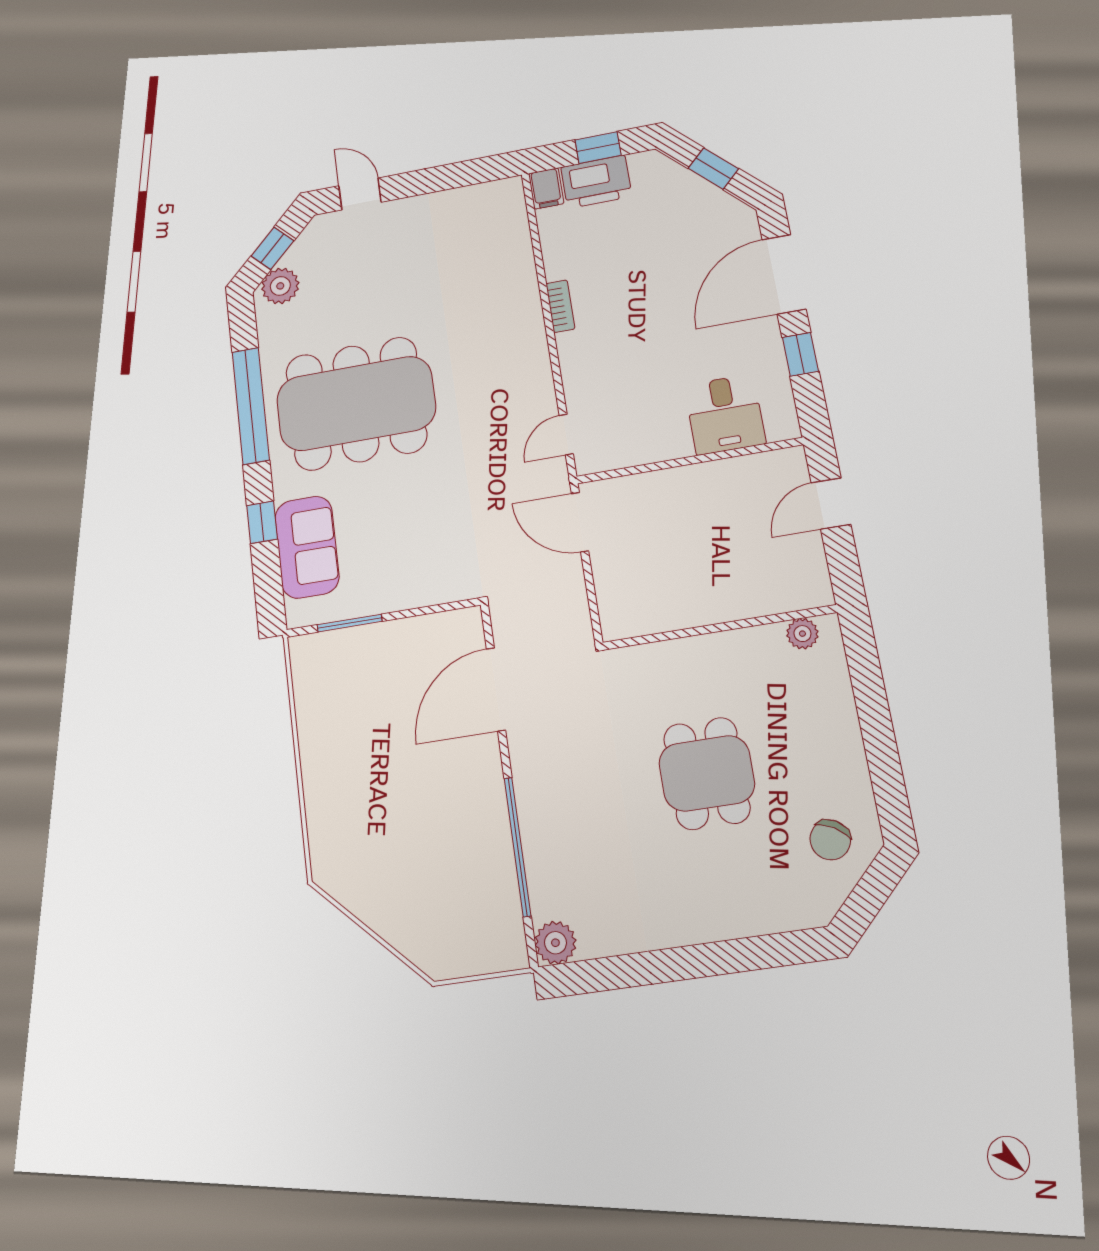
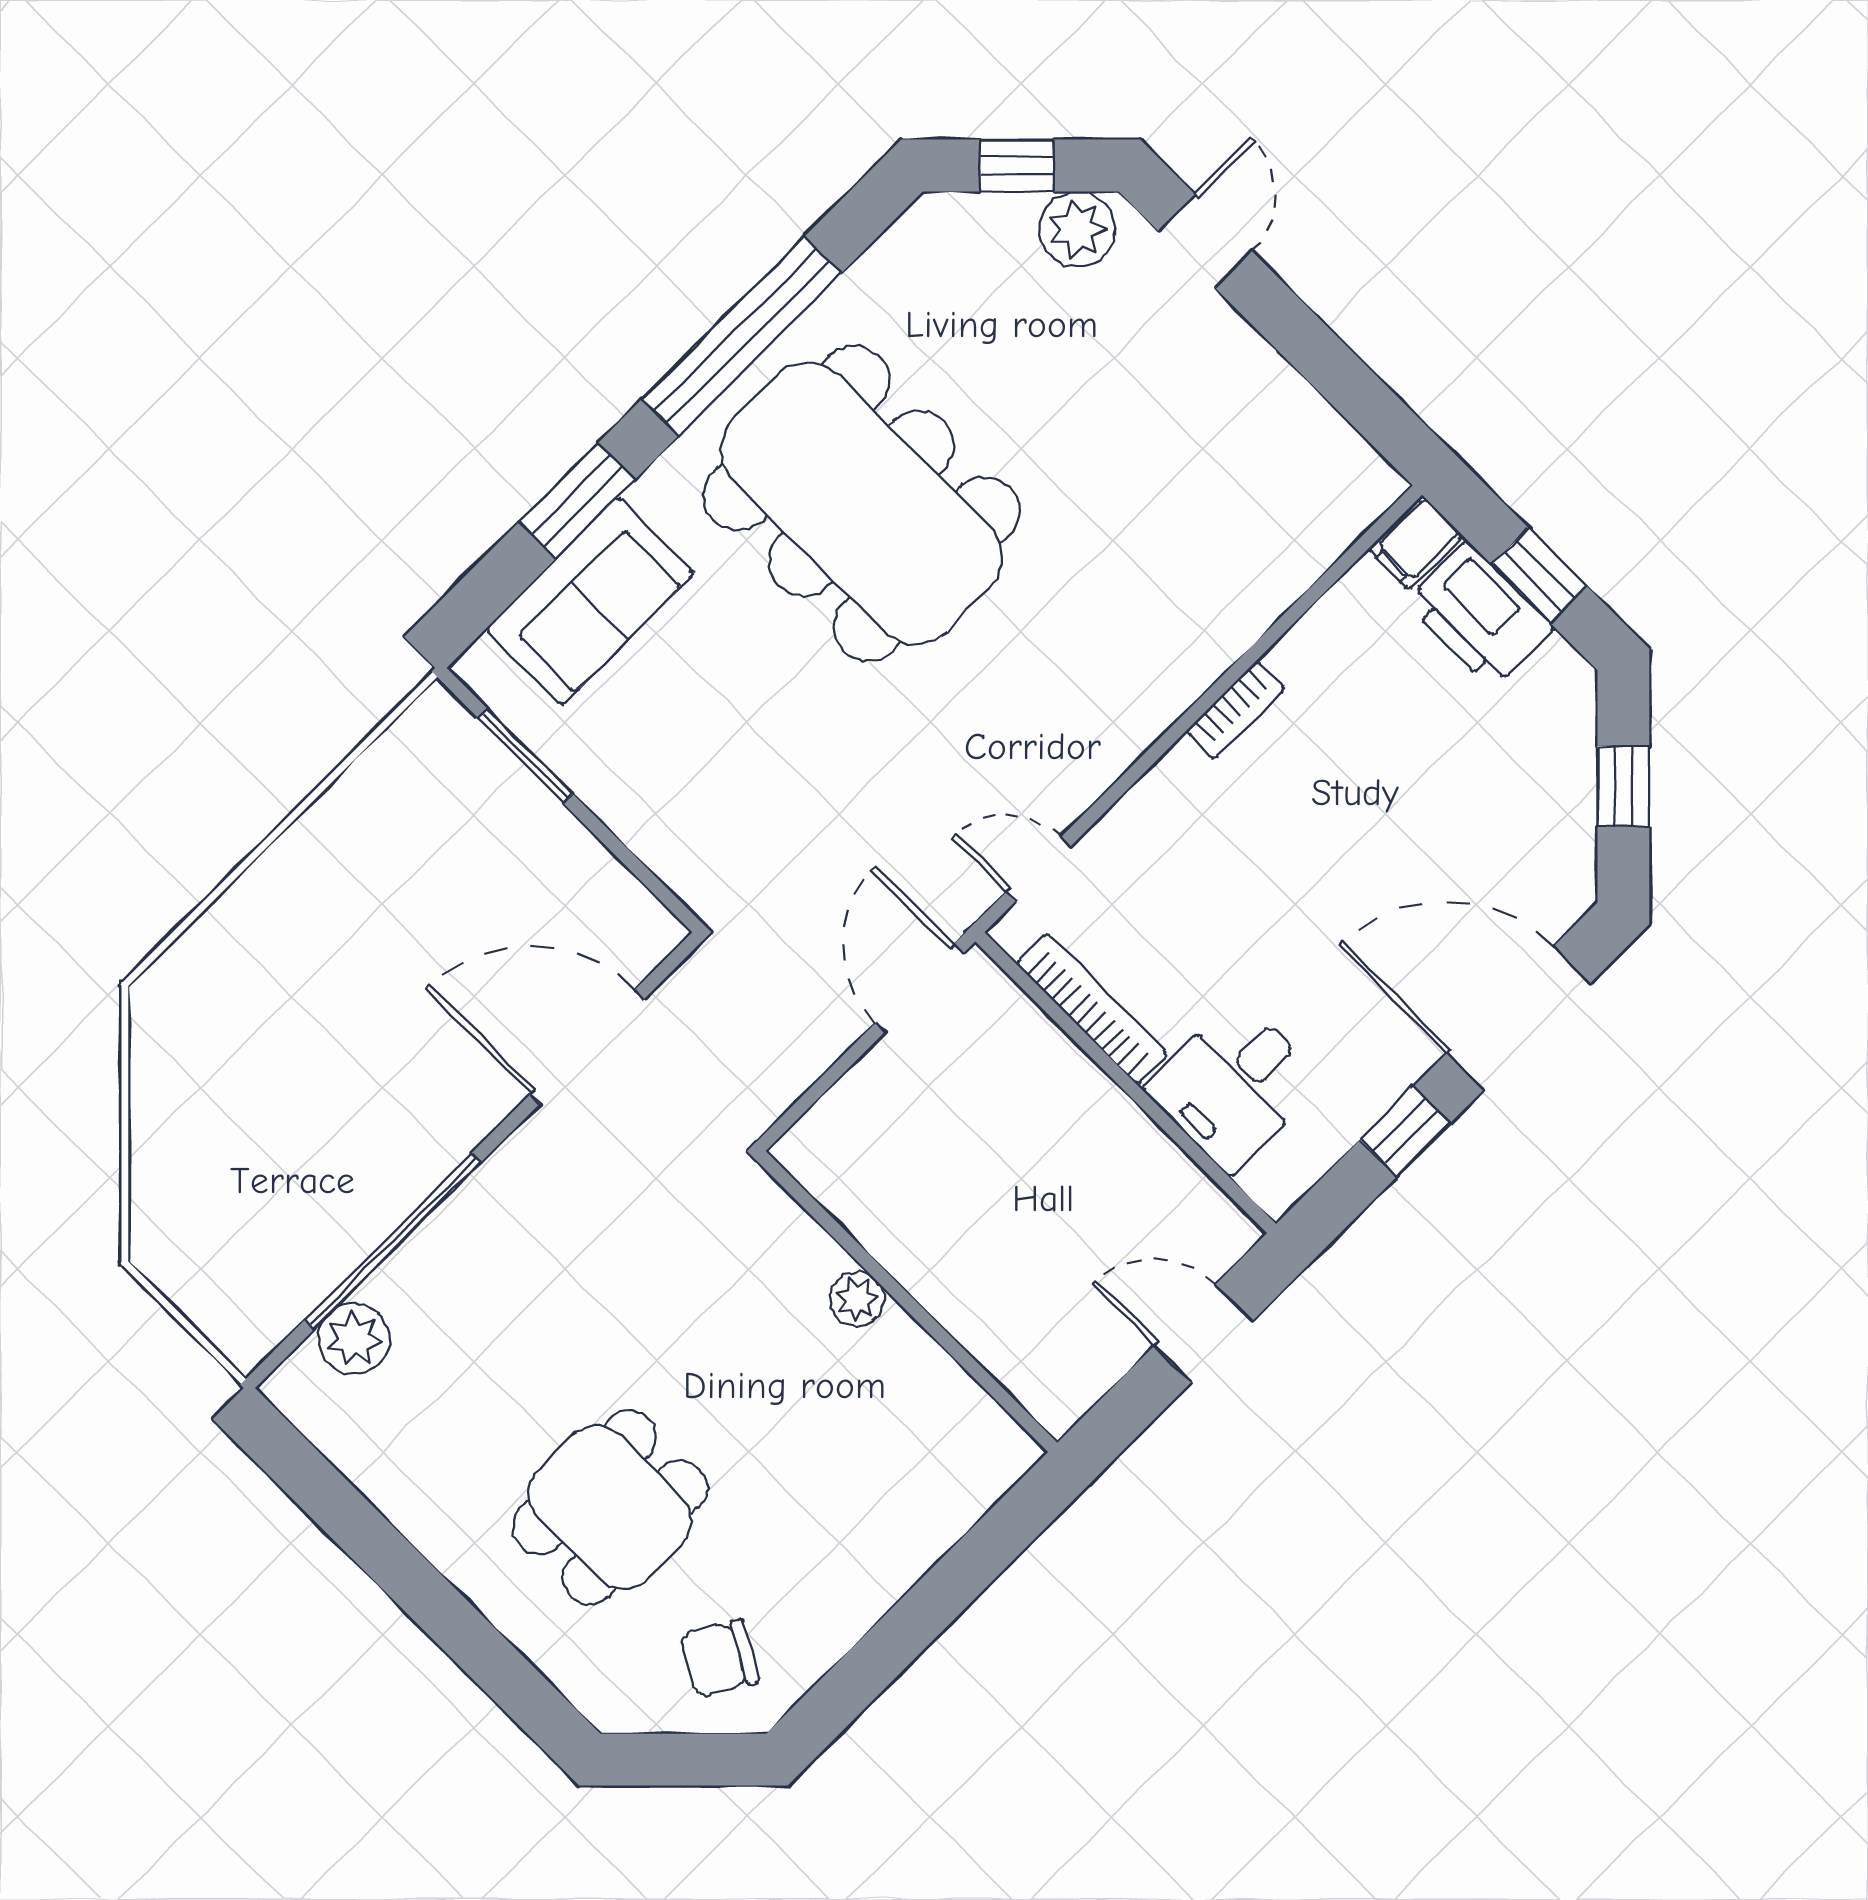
plant: (280, 286) -> (1077, 229), moved
bookcase: (645, 453) -> (1092, 1009), added
window: (262, 522) -> (577, 501), width x1.50
plant: (802, 634) -> (857, 1299), moved
dining table: (707, 773) -> (610, 1507), moved
plant: (555, 943) -> (354, 1339), moved

